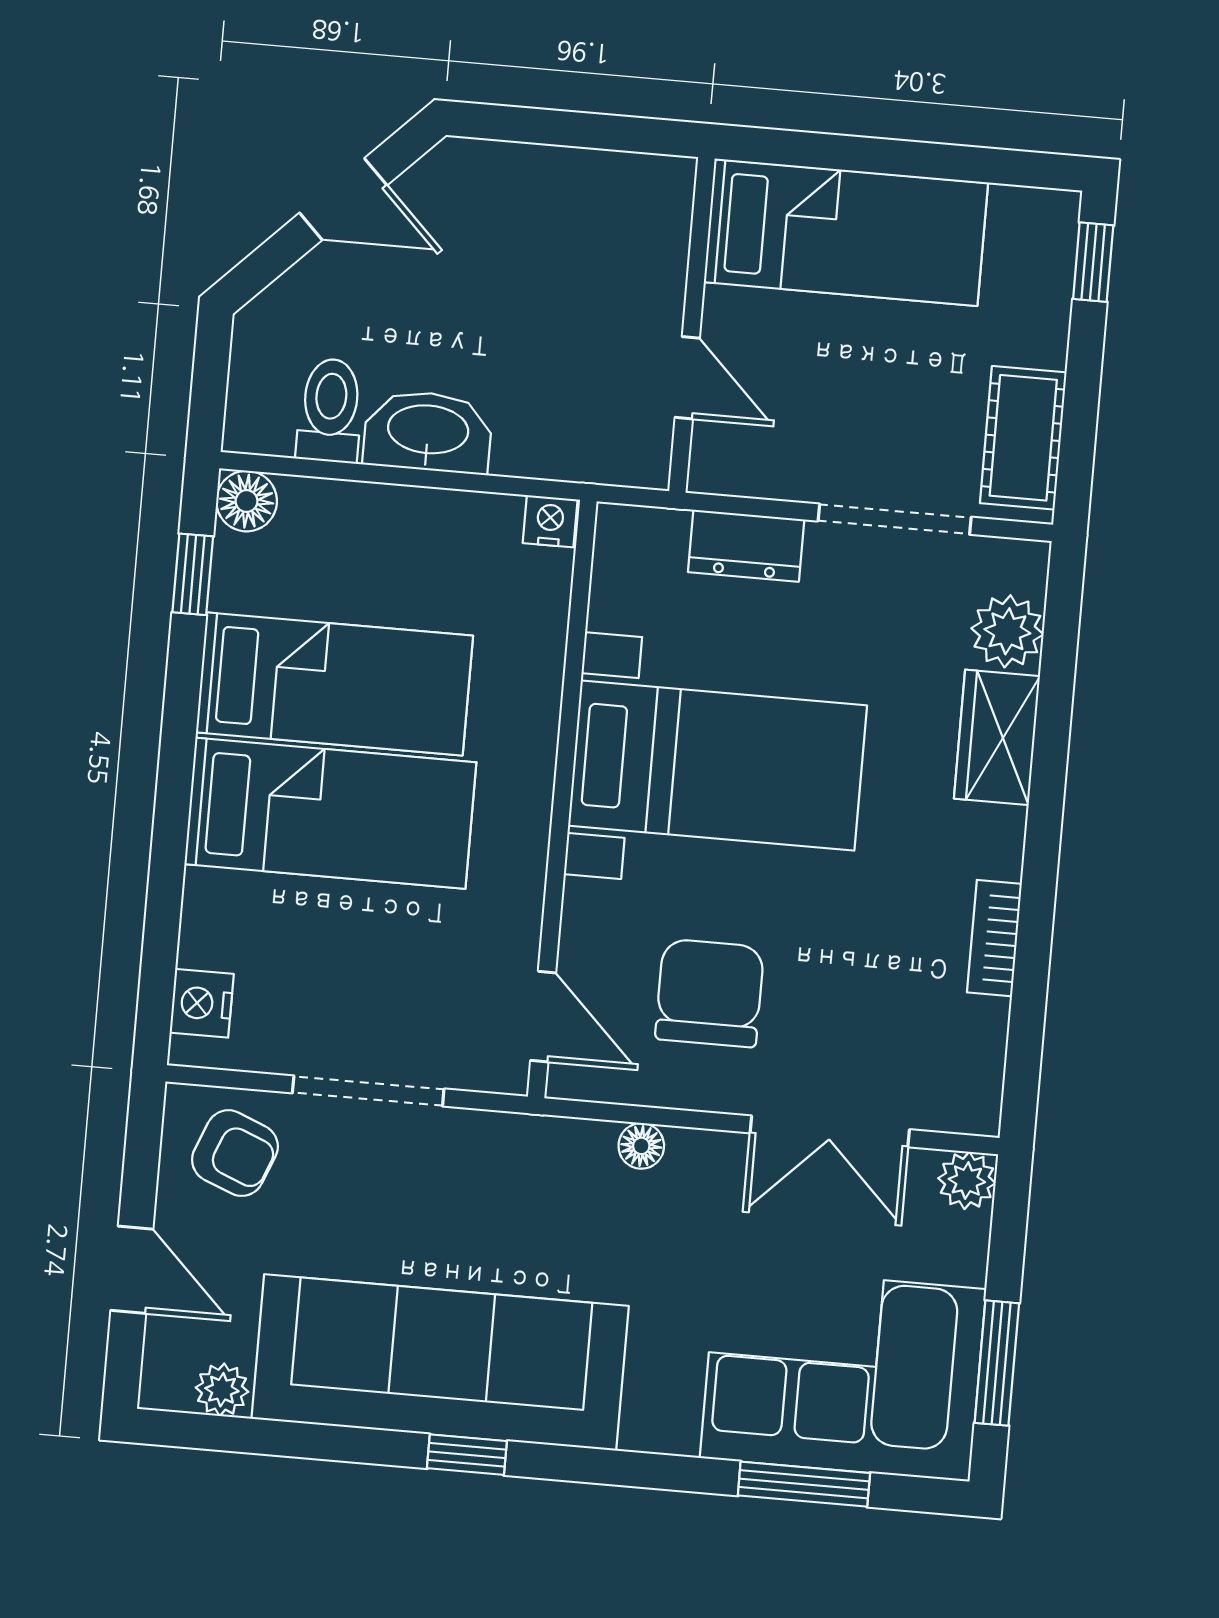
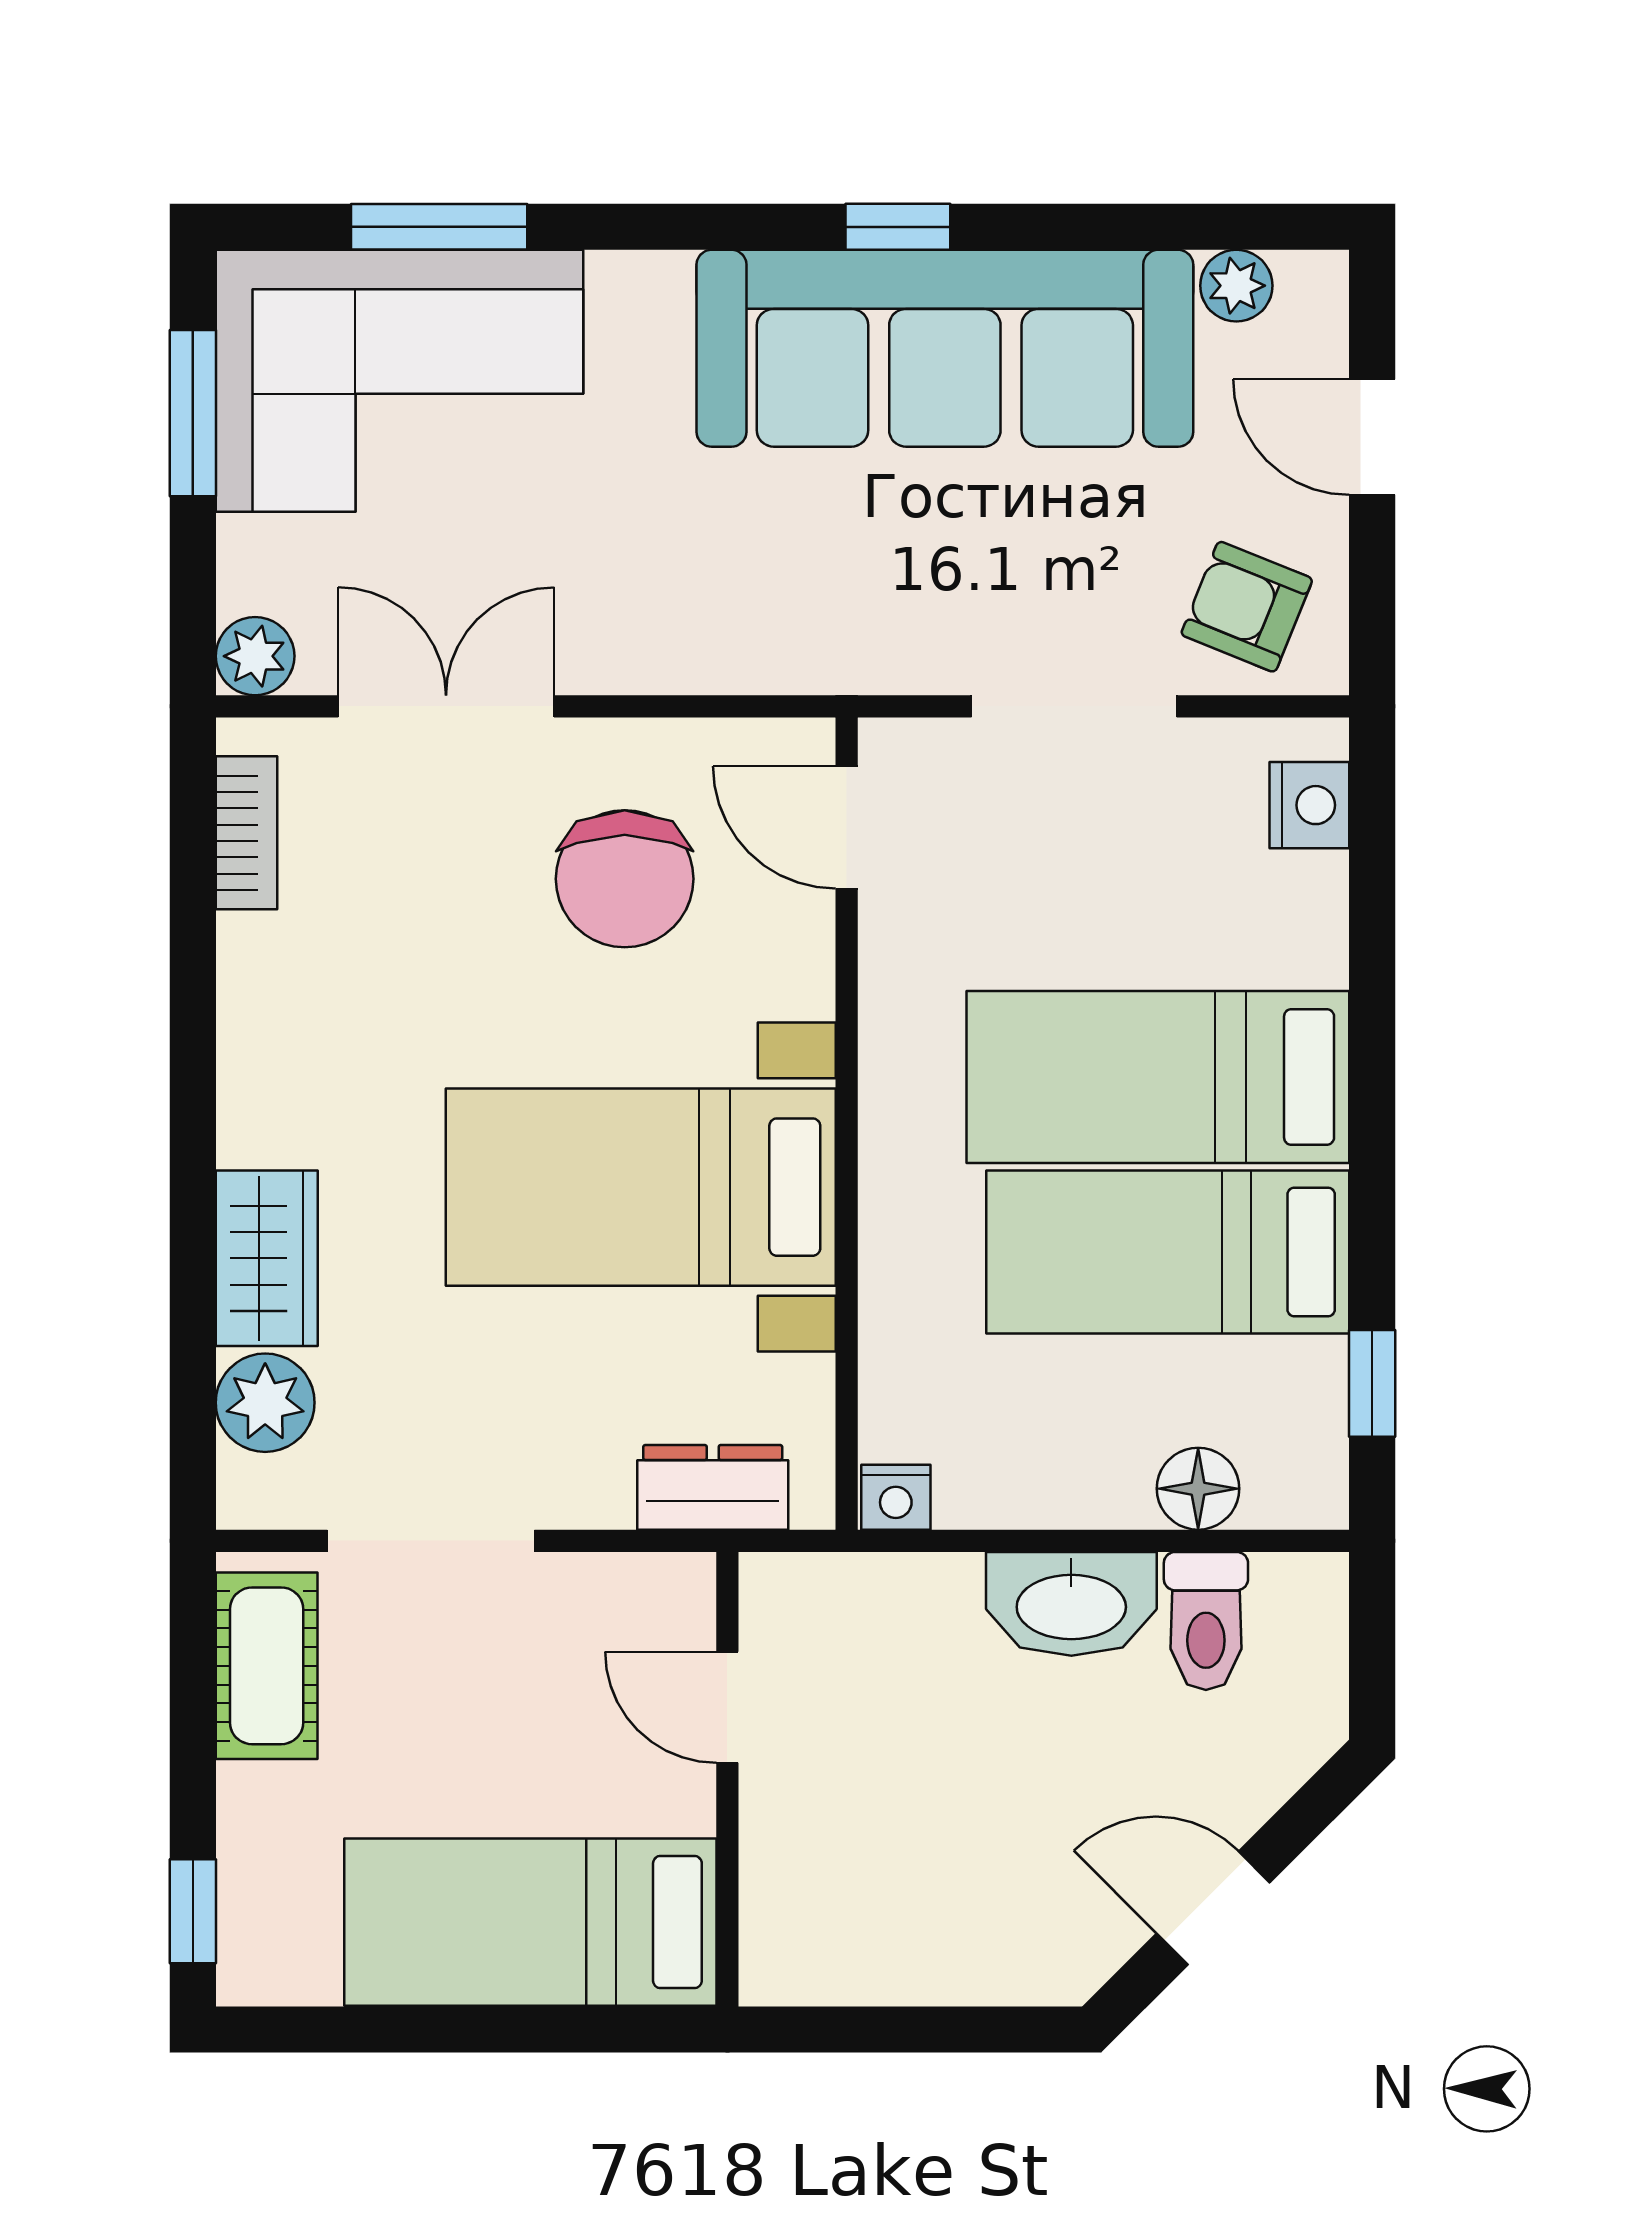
floor lamp: (247, 501) -> (1198, 1489), moved
dresser: (746, 546) -> (713, 1487), moved
bookcase: (994, 938) -> (246, 833), moved
floor lamp: (641, 1146) -> (699, 664), removed

